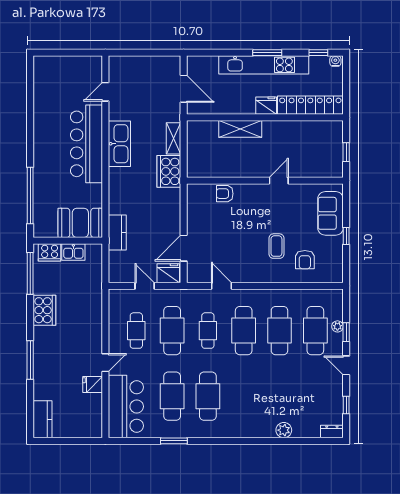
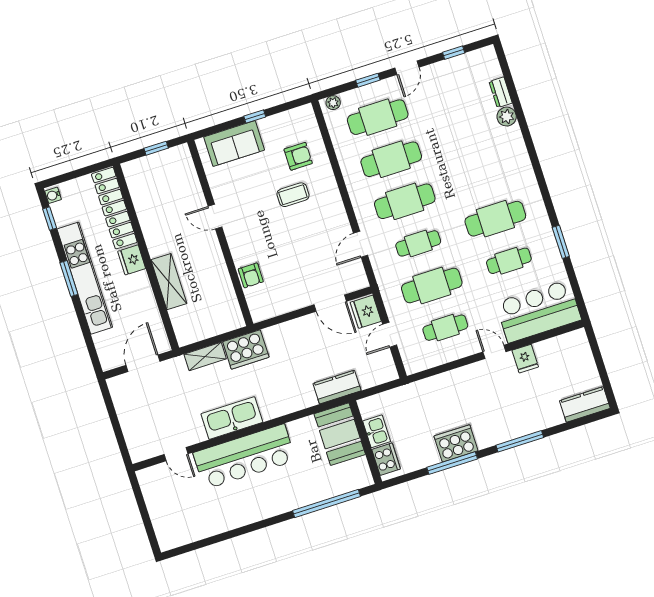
window: (30, 273) -> (452, 463), moved
plant: (337, 326) -> (333, 103), moved
cafe table: (172, 396) -> (509, 261), width x0.73, depth x0.74
dresser: (332, 432) -> (501, 92), moved

